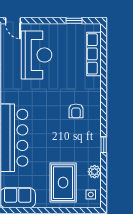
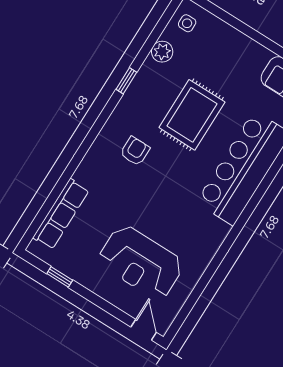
reception desk: (37, 55) -> (141, 262), turned -90
rug: (63, 183) -> (192, 115), moved

